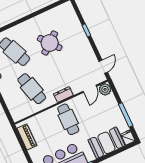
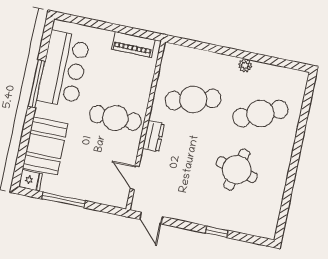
round table: (50, 43) -> (237, 170), turned -37
plant: (105, 89) -> (119, 198), removed

